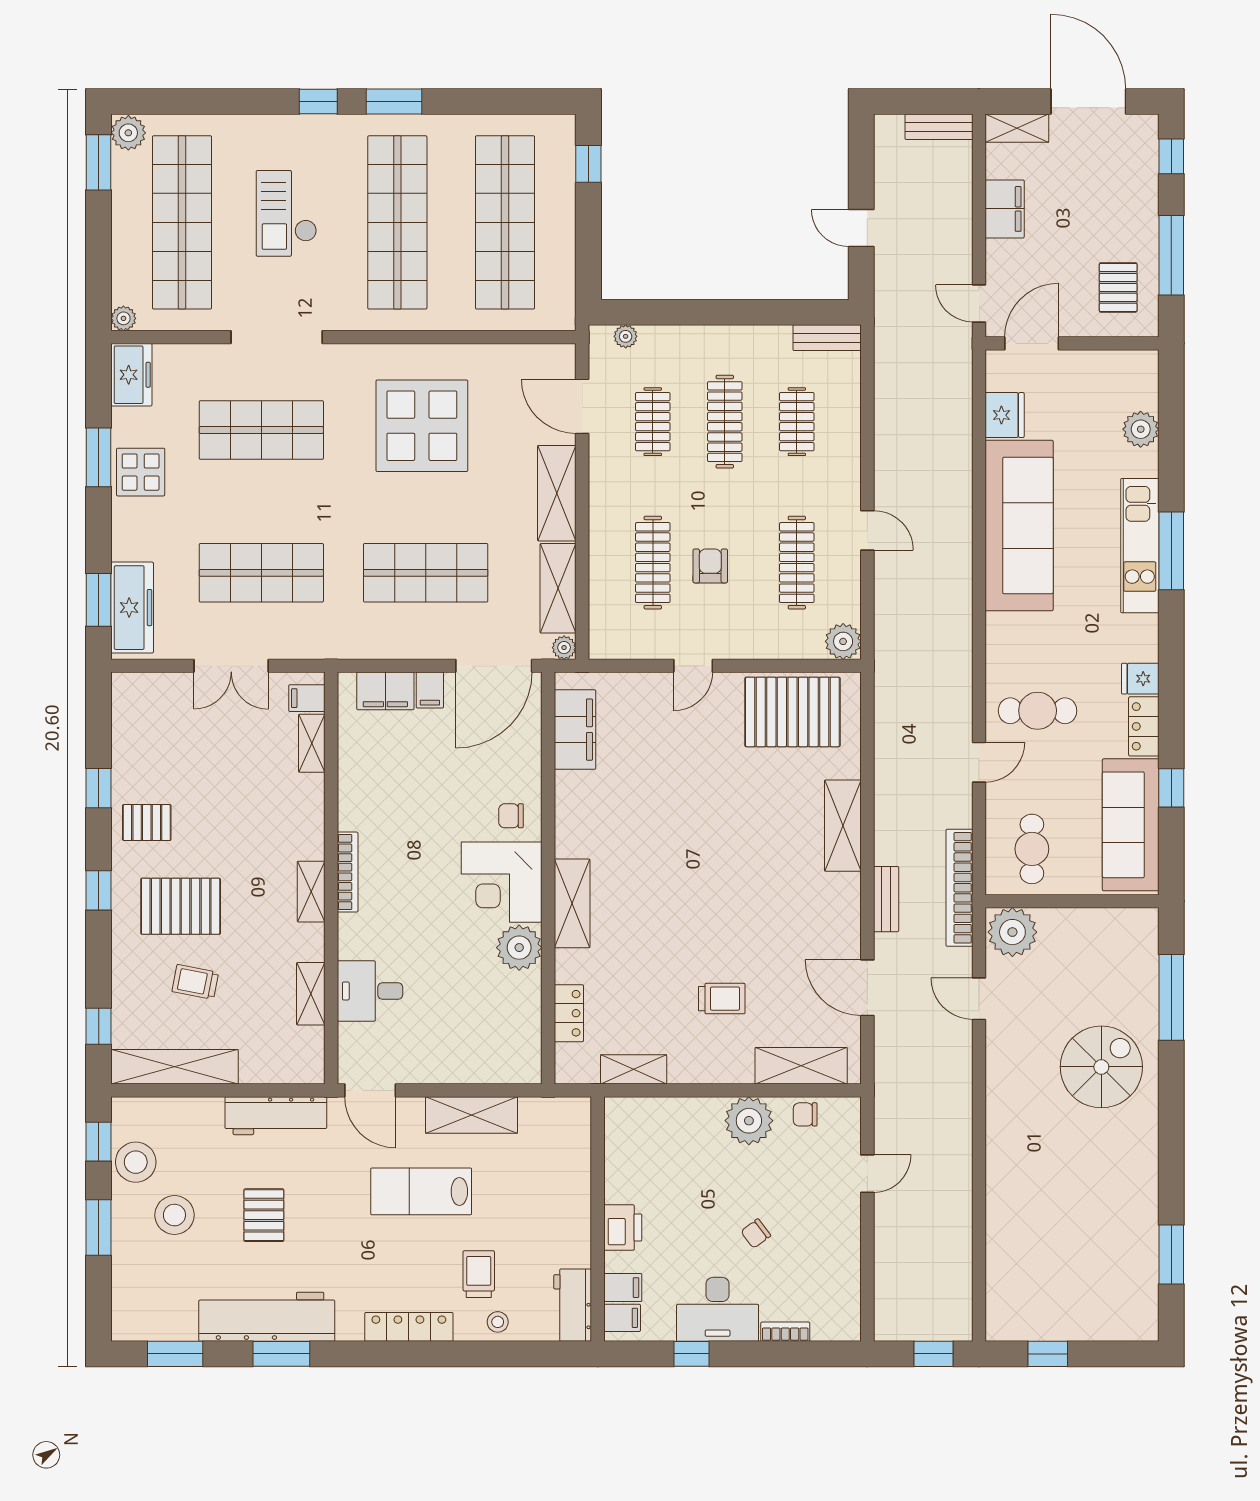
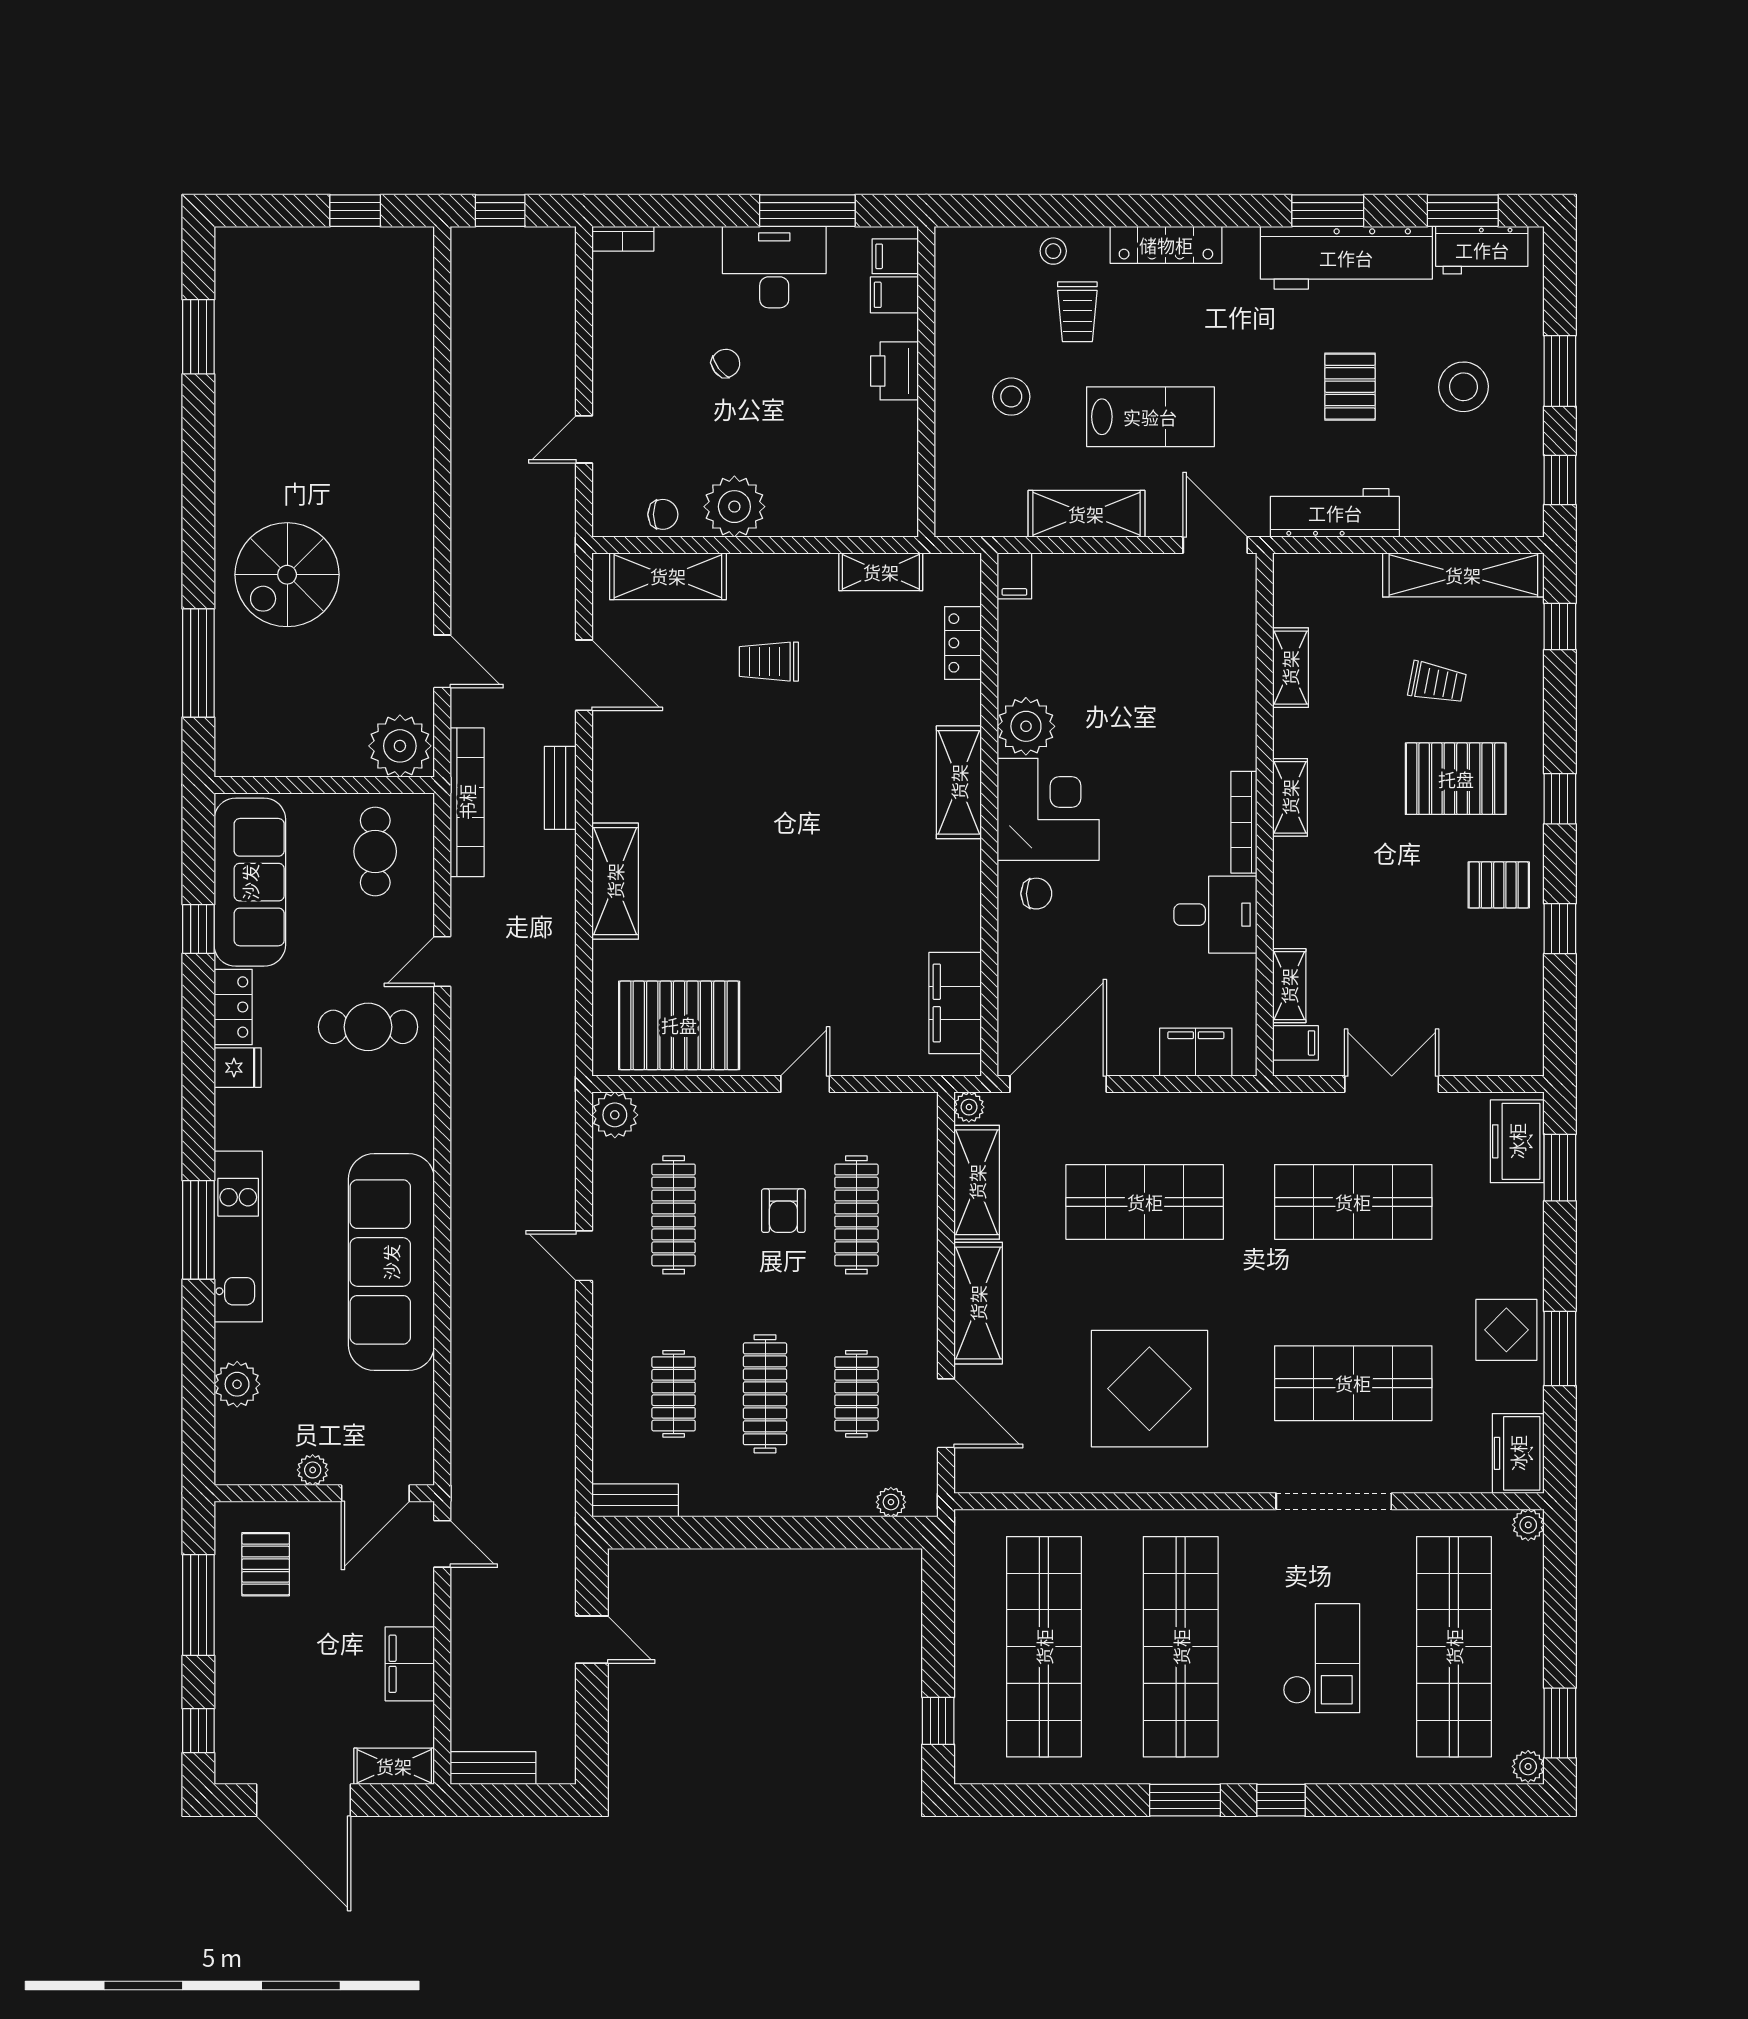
plant: (128, 133) -> (1528, 1766), width x0.73, depth x0.73
plant: (1081, 362) -> (313, 1470), added
fridge: (1005, 415) -> (410, 1402), removed
freezer: (132, 608) -> (1517, 1141), width x0.71
filing cabinet: (430, 690) -> (1014, 576), moved, turned 180
desk: (370, 991) -> (1215, 915), moved
stool: (136, 1162) -> (1011, 397), moved, width x0.73, depth x0.73
workbench: (573, 1305) -> (1482, 250), moved, turned 90
bookcase: (785, 1332) -> (623, 239), moved
window: (691, 1354) -> (807, 211), width x2.17

